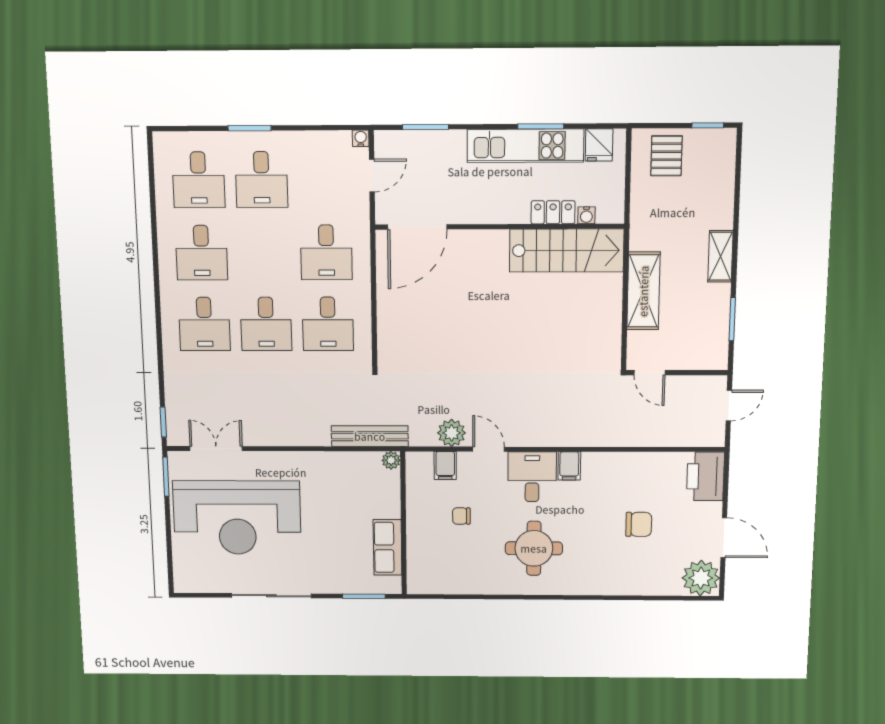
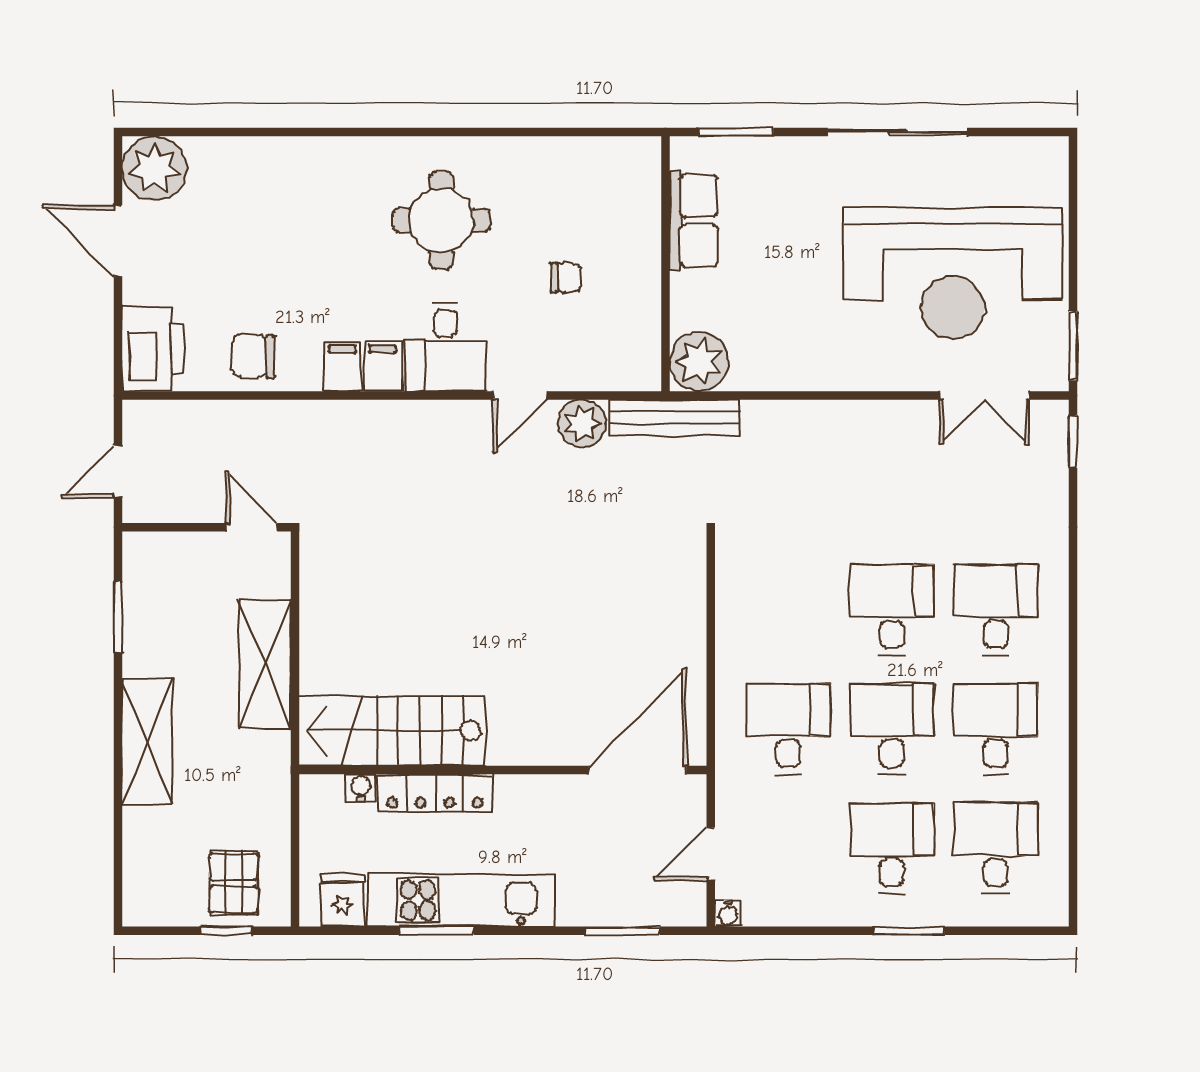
window: (708, 125) -> (226, 931), moved
locker: (553, 212) -> (435, 793), width x1.53
shelving: (720, 256) -> (147, 742), width x1.50, depth x1.33
desk: (328, 324) -> (892, 729), moved
bench: (370, 436) -> (674, 418), moved
door: (489, 449) -> (520, 395), hinge flipped
plant: (391, 460) -> (699, 362), width x1.88, depth x1.88
filing cabinet: (445, 466) -> (342, 367), moved
reception desk: (237, 518) -> (953, 273), turned 180
chair: (639, 524) -> (253, 356), moved

